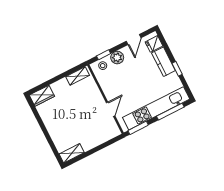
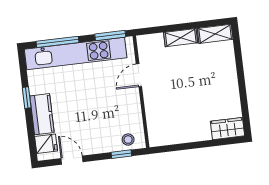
door: (134, 39) -> (72, 160), hinge flipped
plant: (117, 57) -> (104, 143), removed
shelving: (78, 76) -> (181, 38), moved

